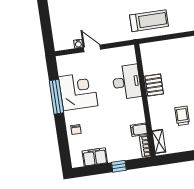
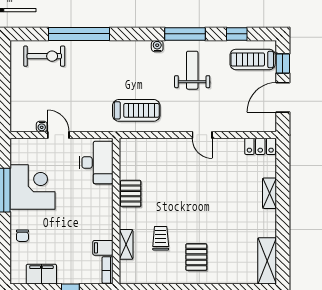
desk: (127, 82) -> (96, 163), moved
shelving: (159, 141) -> (126, 244), moved

